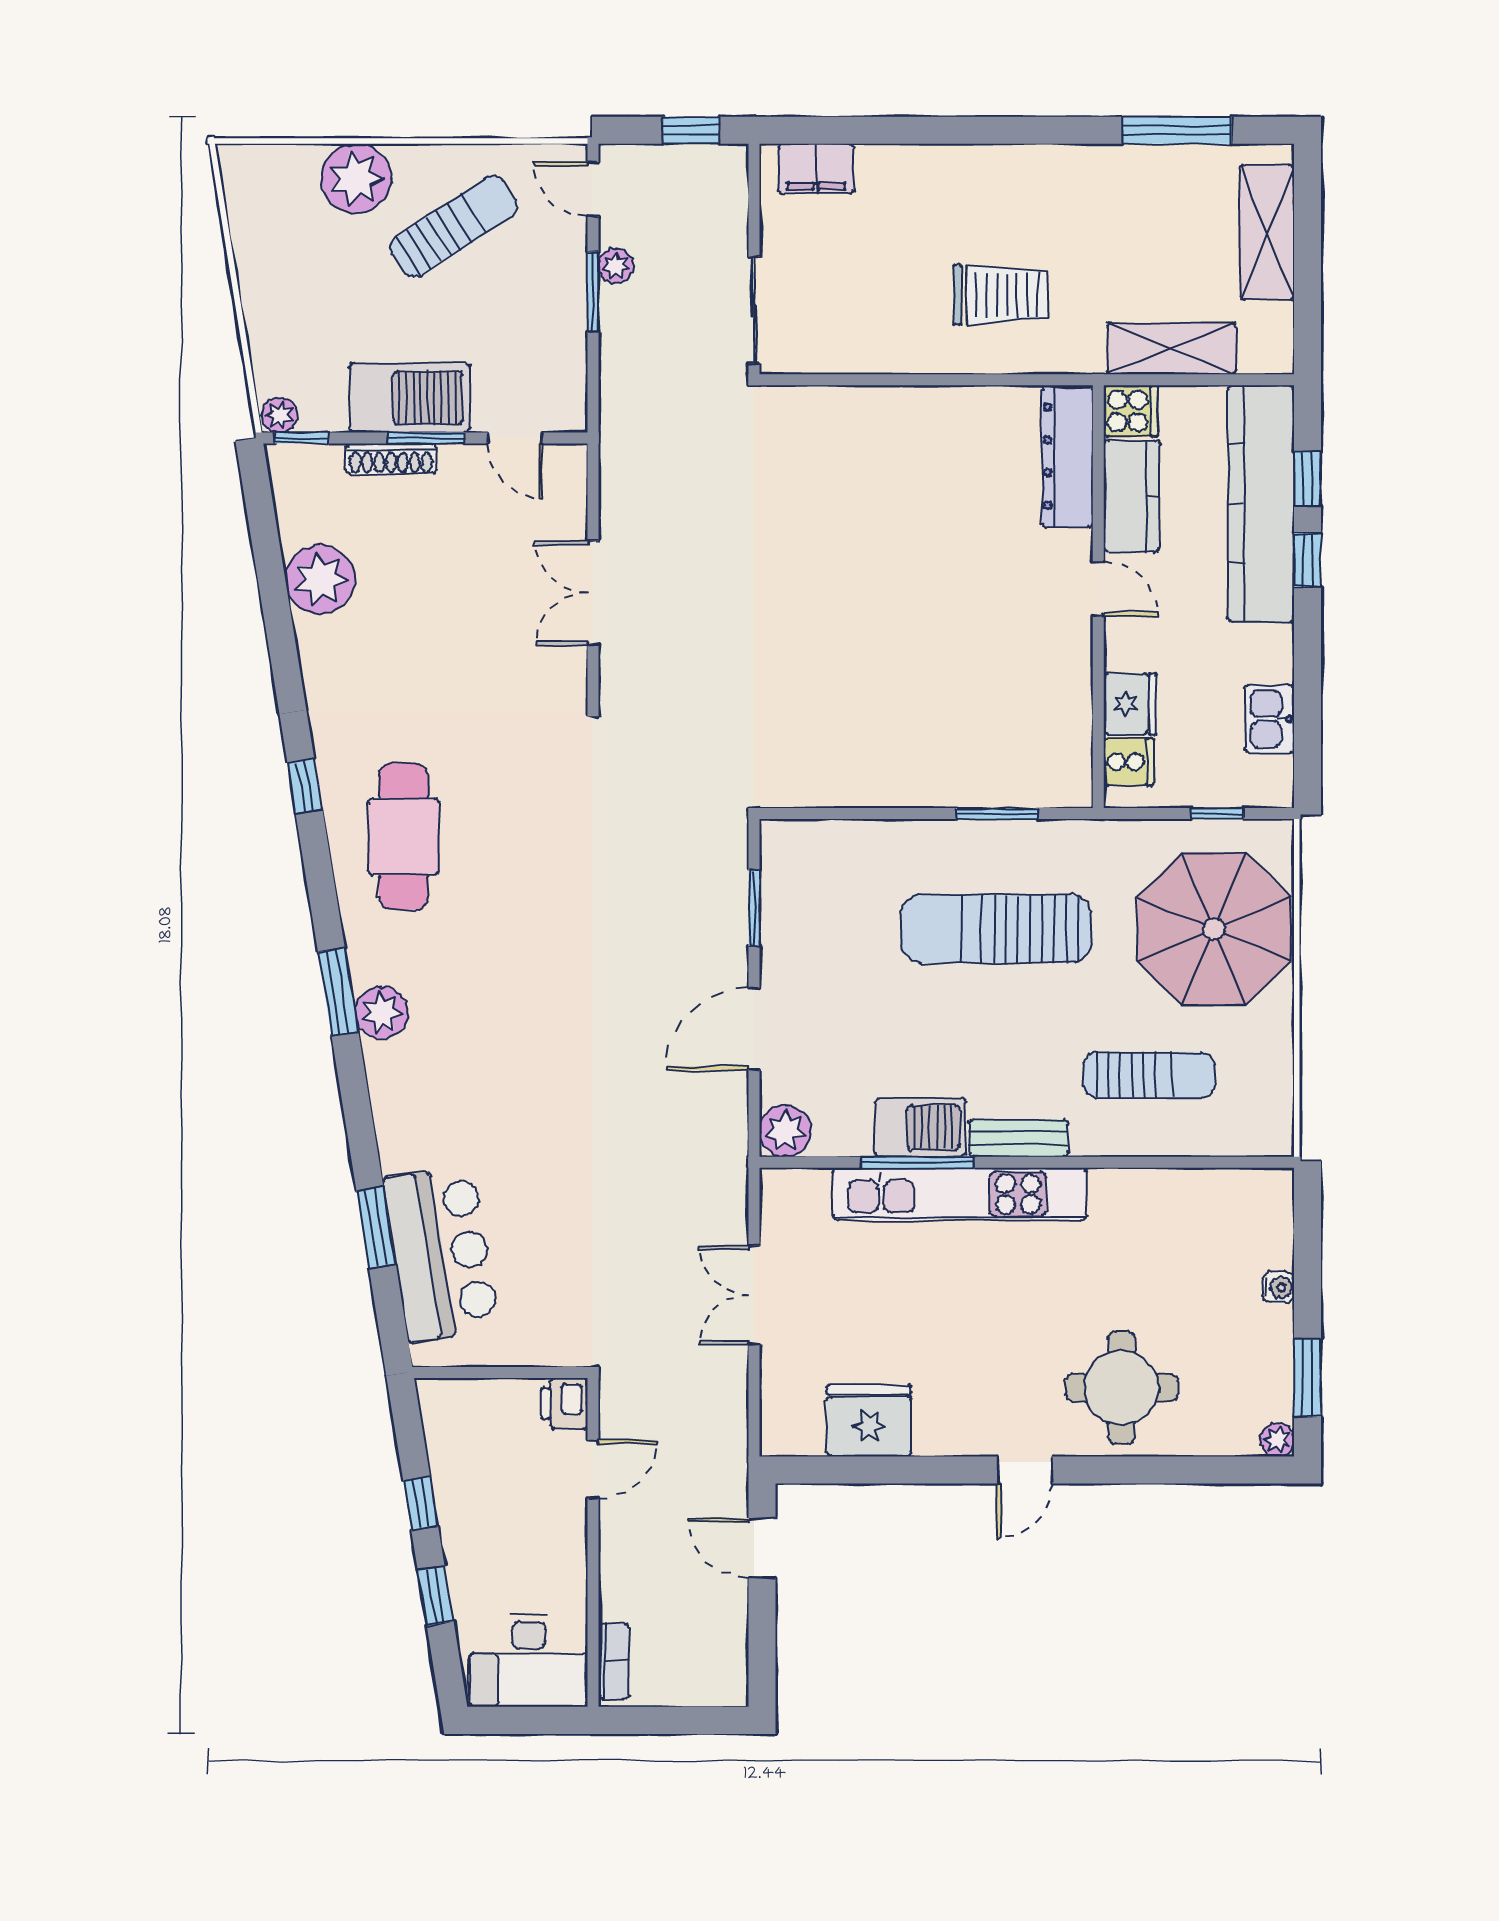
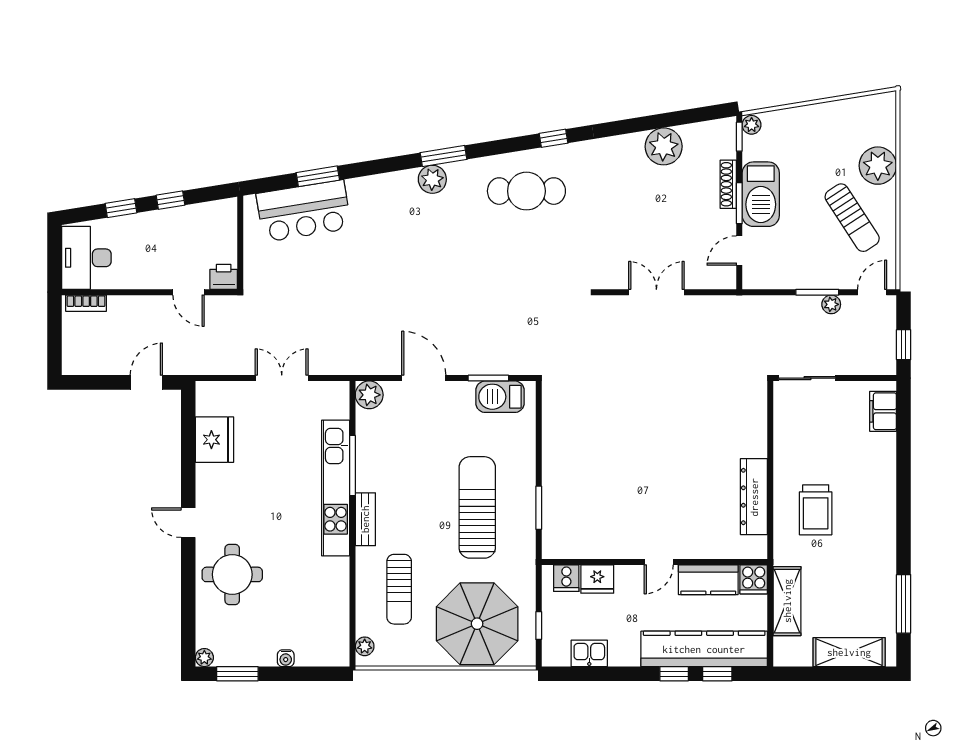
dresser: (1068, 456) -> (754, 497), moved, turned -90
barbecue: (920, 1127) -> (500, 397), moved, turned 90
plant: (1256, 1140) -> (365, 646), added

